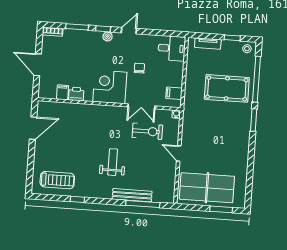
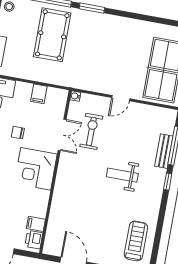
filing cabinet: (174, 93) -> (39, 94), moved
printer: (76, 94) -> (34, 240), moved
bench: (132, 195) -> (164, 151), width x0.73
window: (77, 199) -> (168, 182), moved

